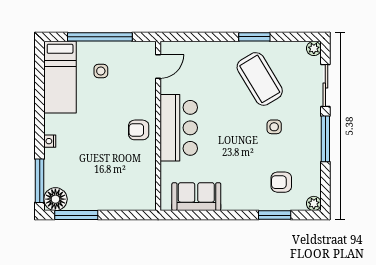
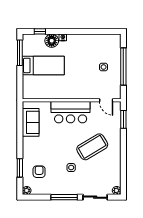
window: (254, 37) -> (123, 119), moved
bed: (60, 77) -> (43, 65), moved, turned 180
coffee table: (260, 79) -> (92, 147), moved
armchair: (139, 130) -> (69, 89), removed
window: (40, 181) -> (40, 31), width x0.46
floor lamp: (55, 199) -> (52, 41), moved

